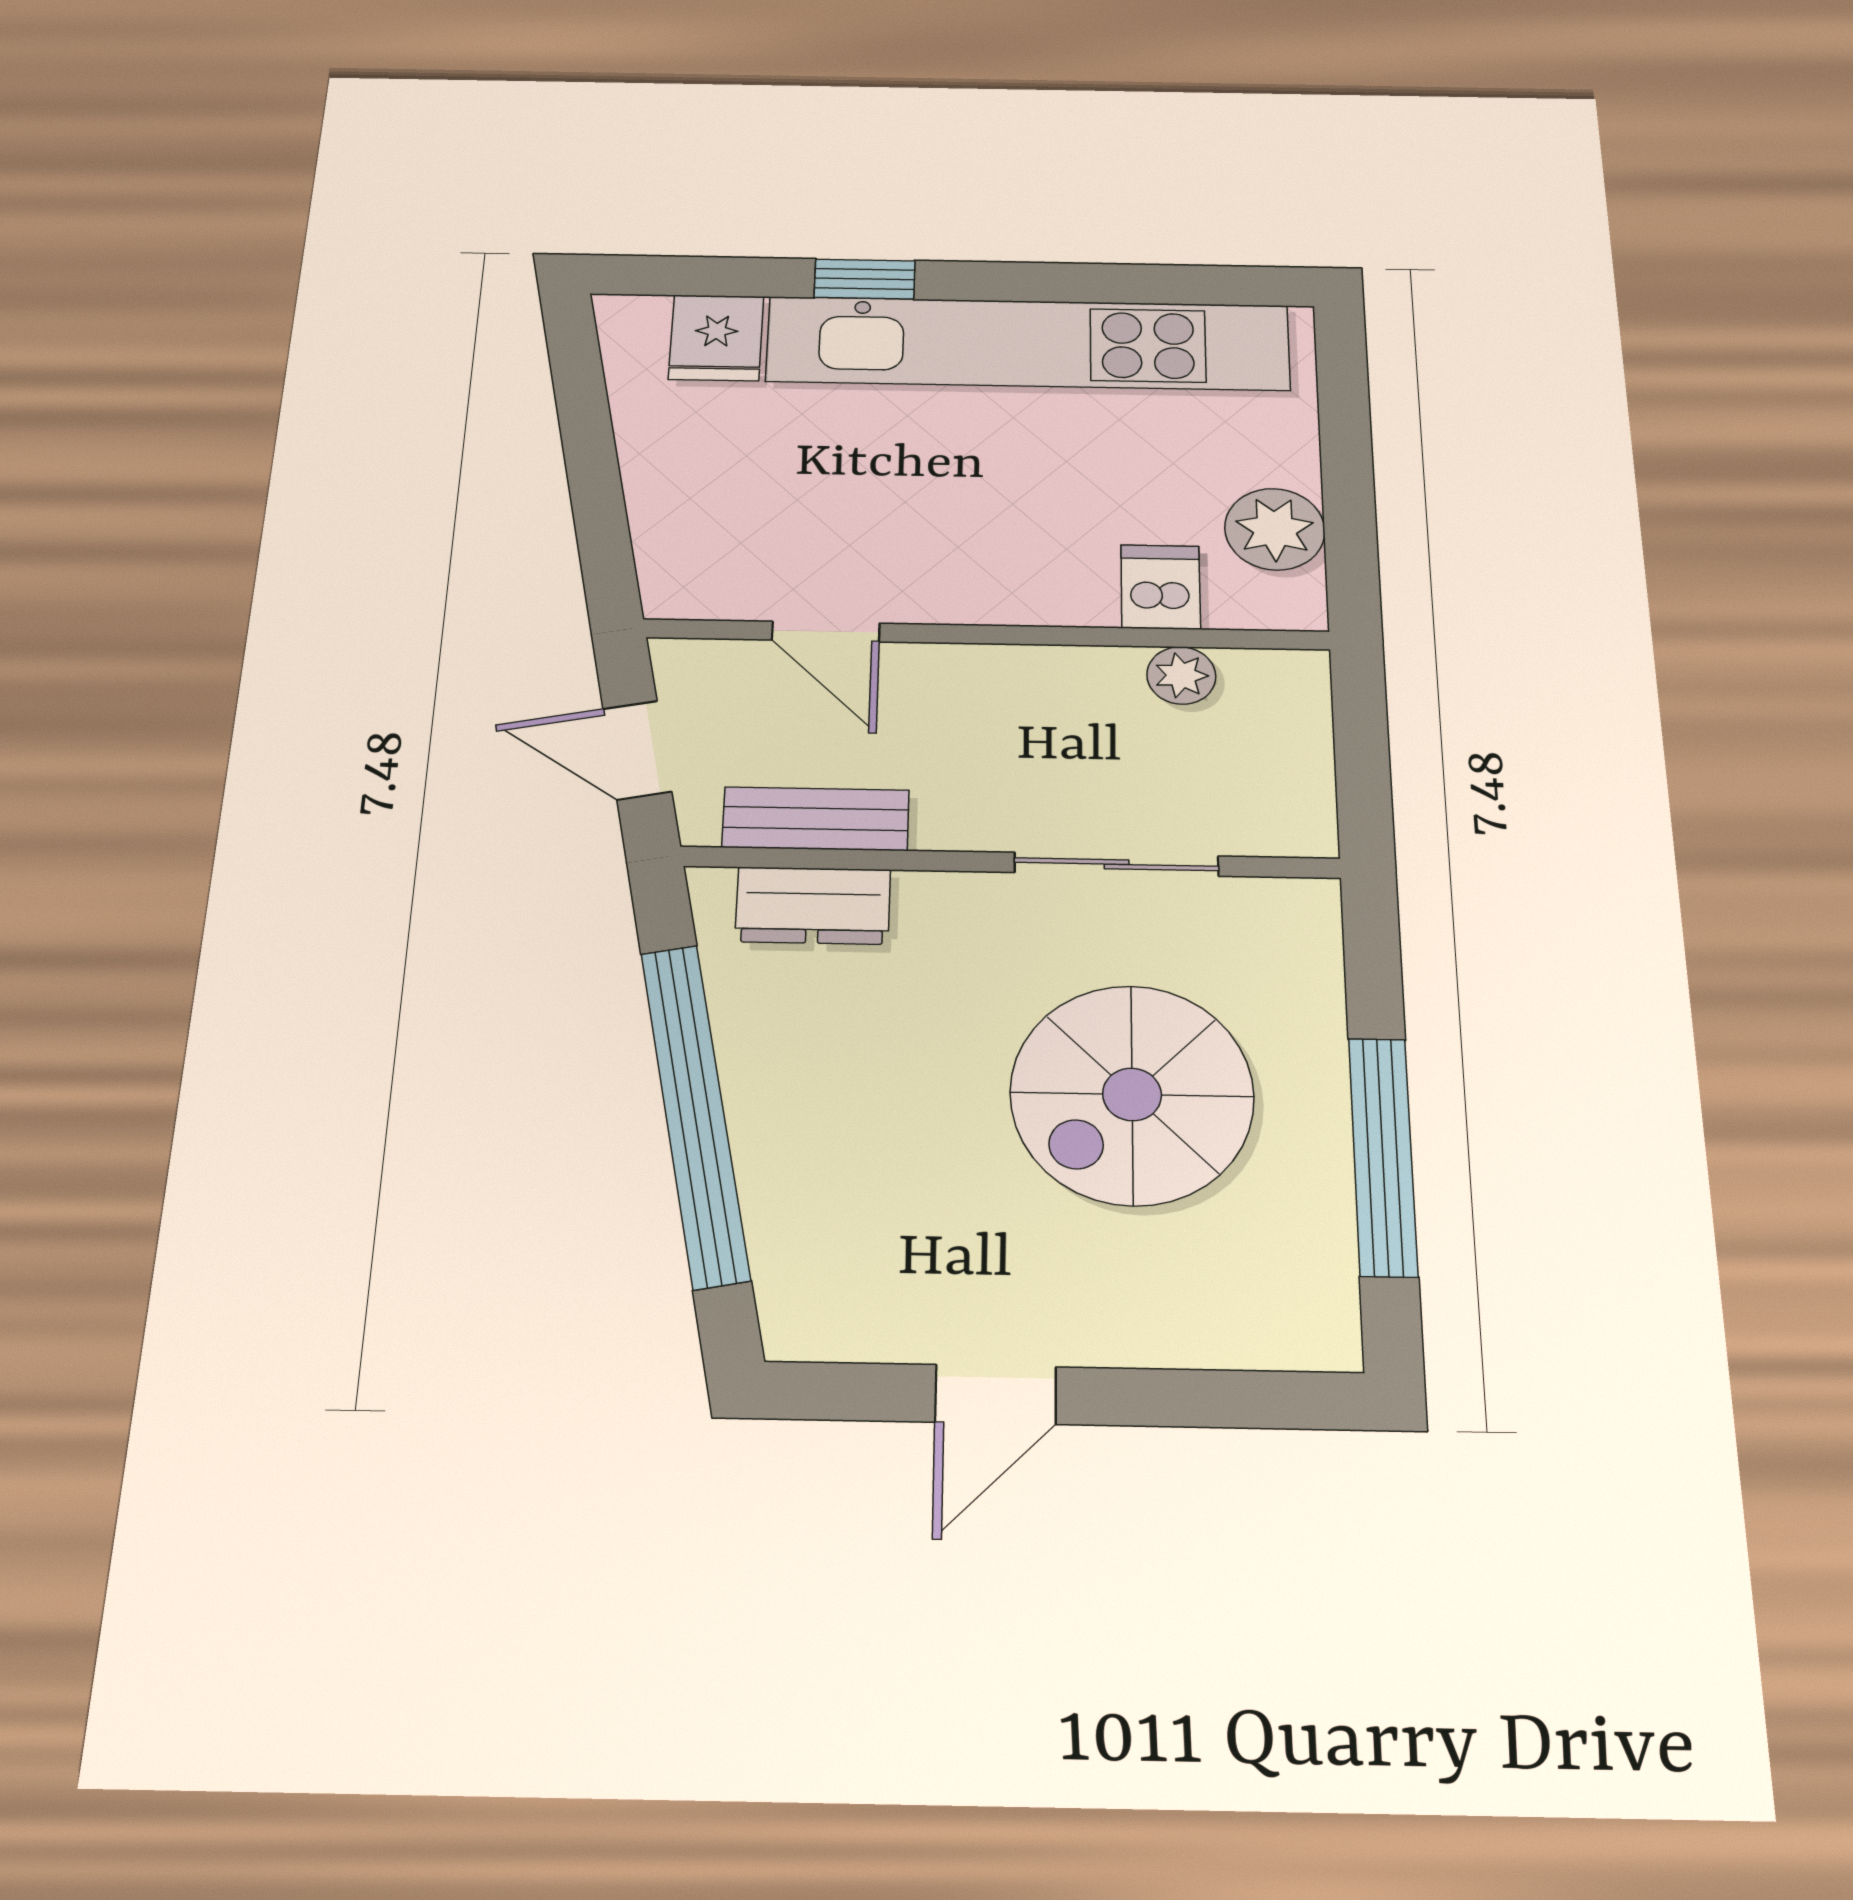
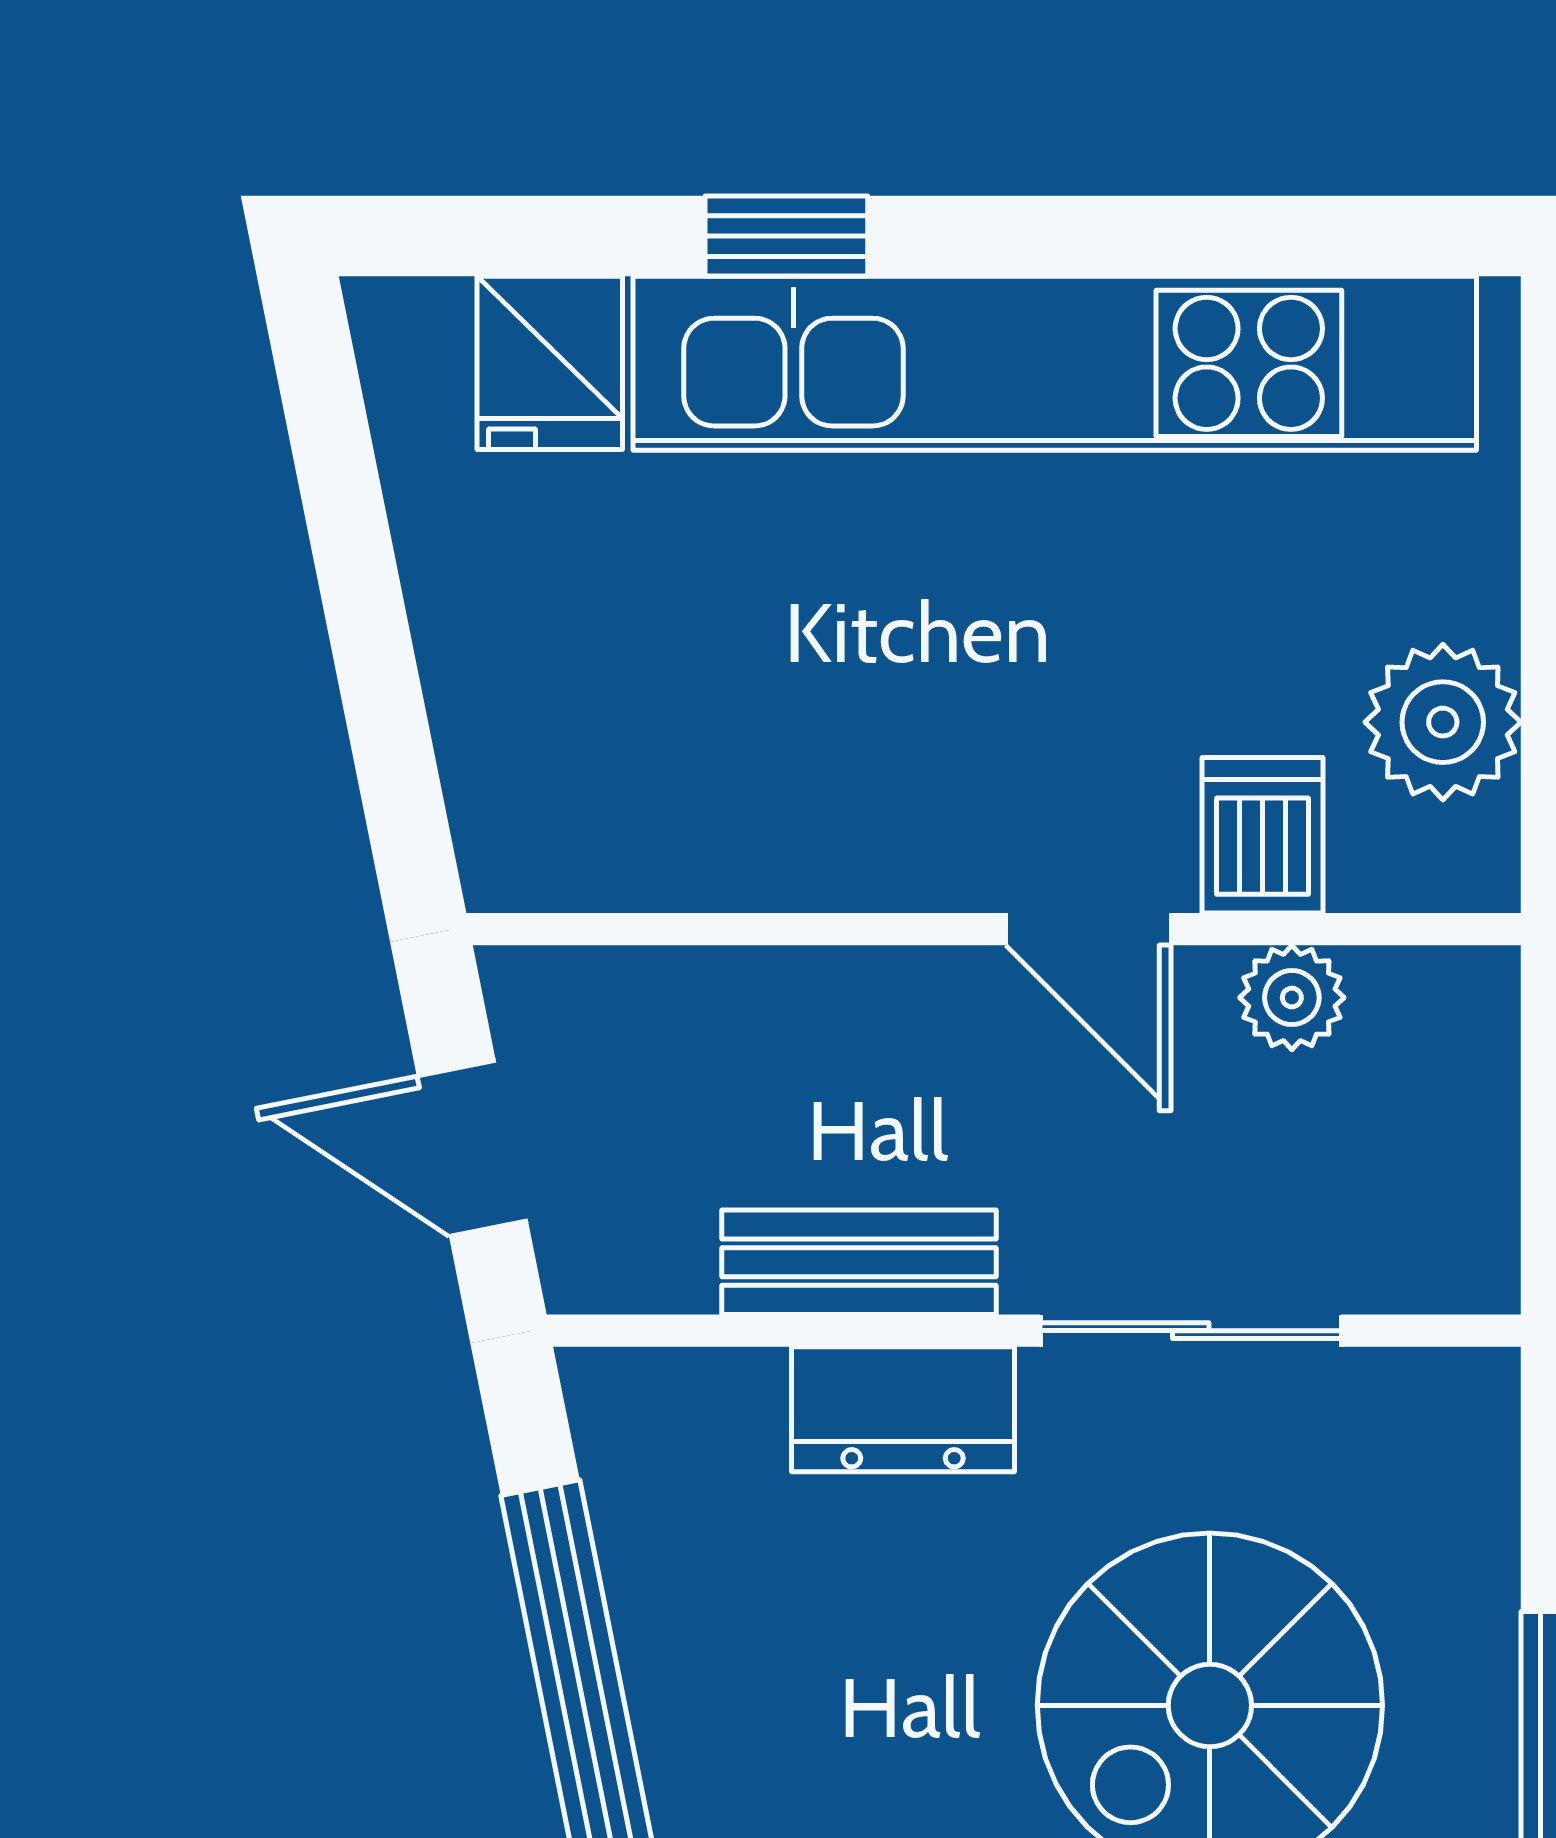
door: (826, 632) -> (1088, 929), moved
bench: (816, 819) -> (859, 1262), moved
dresser: (813, 906) -> (903, 1409), moved

